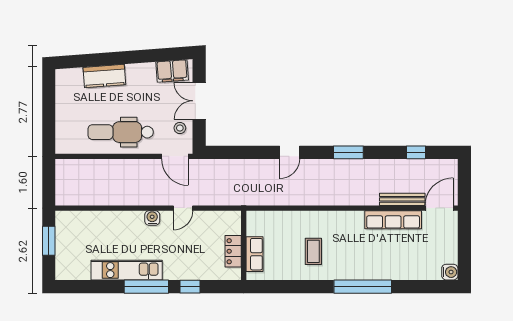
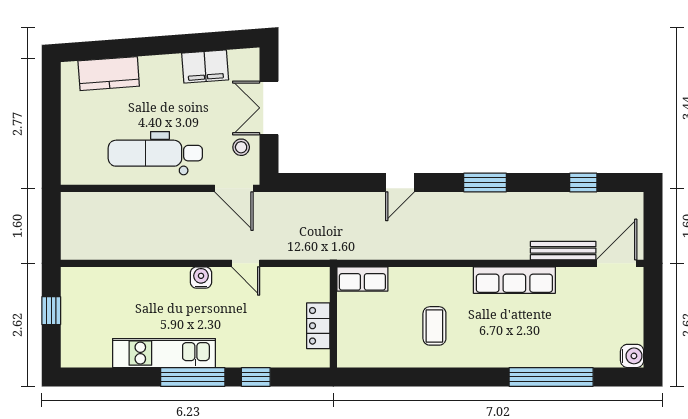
filing cabinet: (172, 71) -> (205, 66), moved
kitchen counter: (104, 76) -> (109, 74), moved
door: (183, 208) -> (246, 263), hinge flipped
row of seats: (393, 220) -> (514, 280), moved
window: (49, 241) -> (51, 311), width x0.67
row of seats: (254, 254) -> (362, 279), moved, turned 90
window: (363, 287) -> (551, 377), moved

